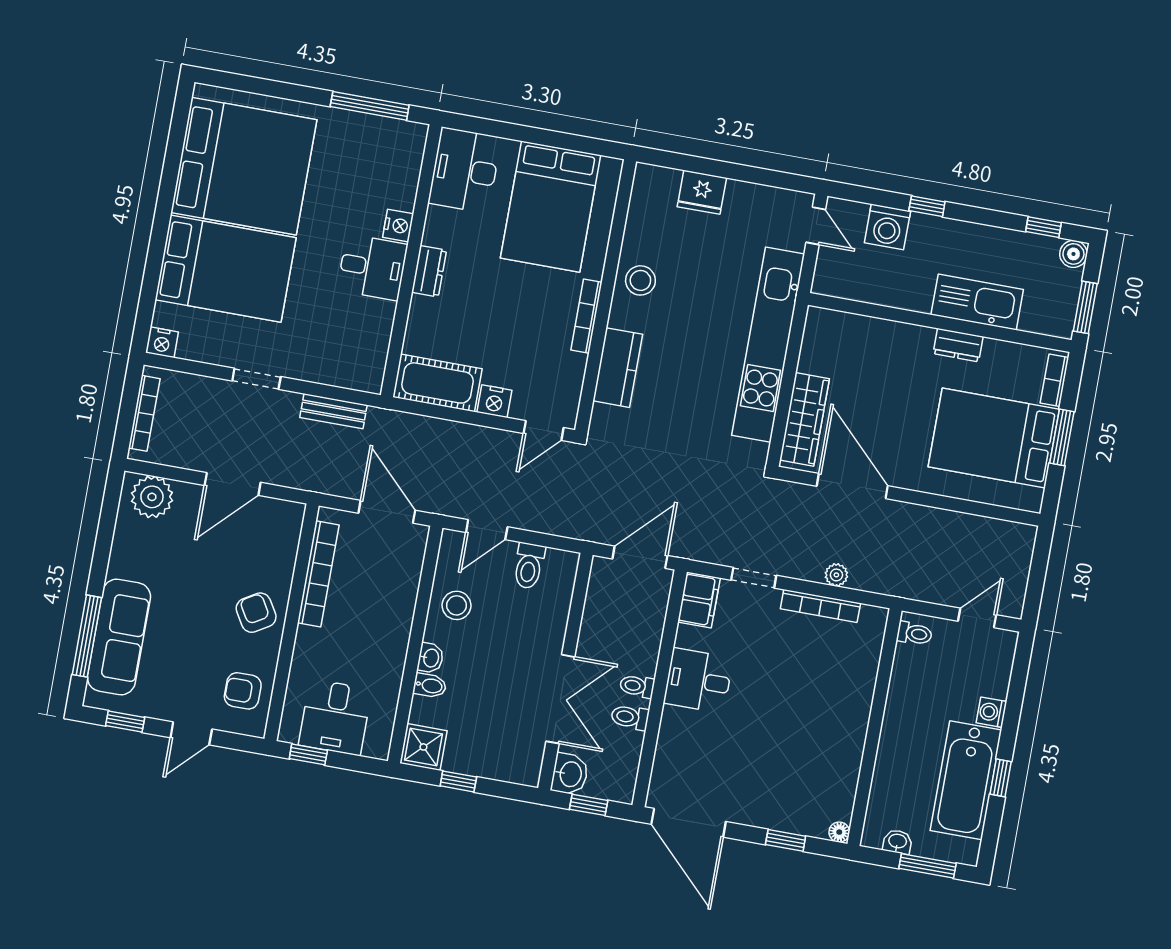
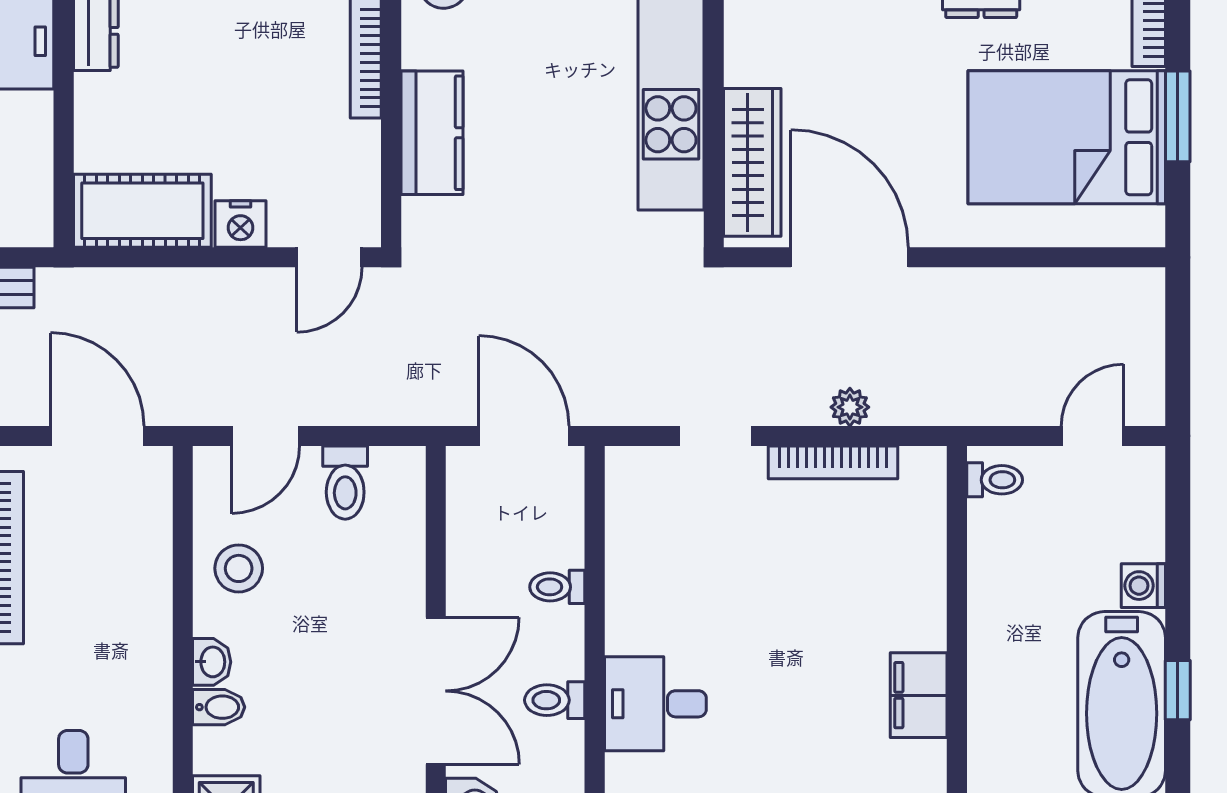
door: (640, 557) -> (524, 436), hinge flipped
filing cabinet: (699, 600) -> (919, 695), moved, turned 180
desk: (698, 680) -> (655, 704), moved
toilet: (637, 686) -> (557, 587), moved

